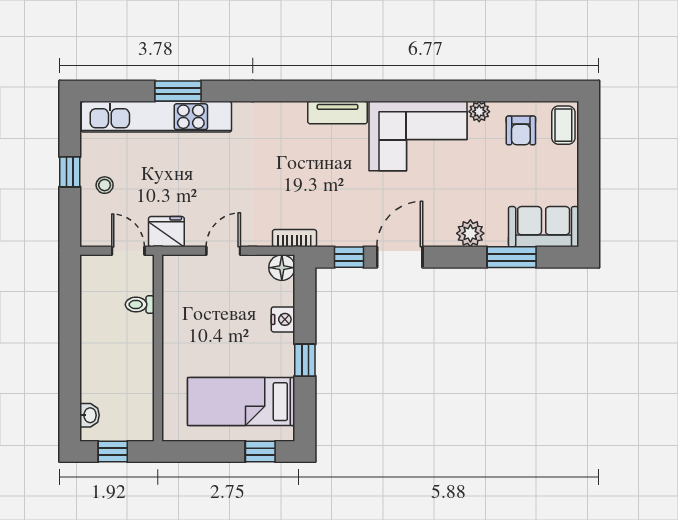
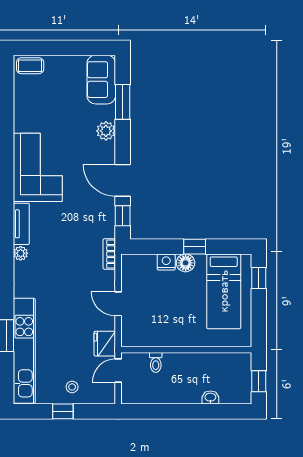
plant: (479, 112) -> (21, 253), moved
armchair: (521, 130) -> (34, 95), removed
floor lamp: (282, 268) -> (186, 263), moved
washbasin: (90, 415) -> (210, 398), moved

